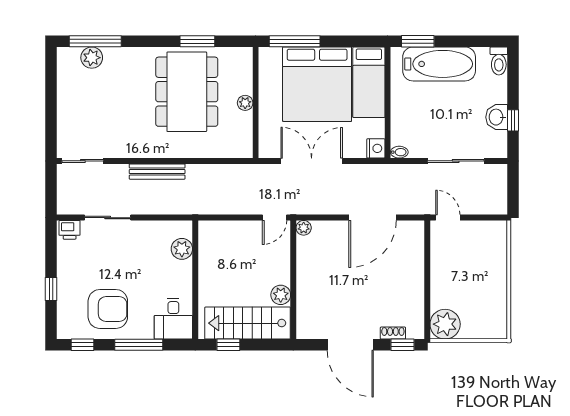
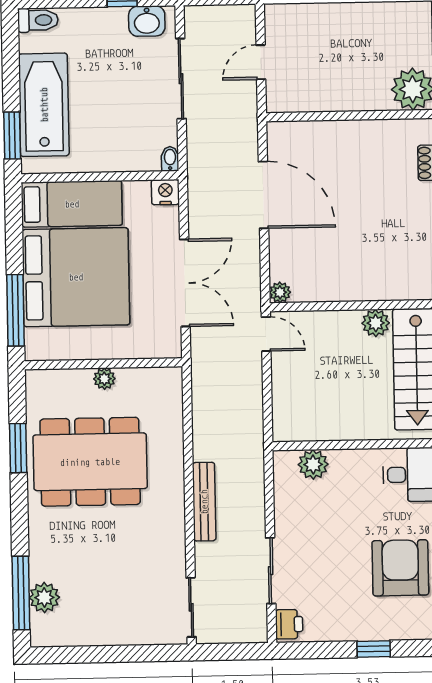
washbasin: (497, 117) -> (147, 21), moved
double door: (312, 161) -> (185, 283), swing flipped
door: (448, 218) -> (261, 62), moved

